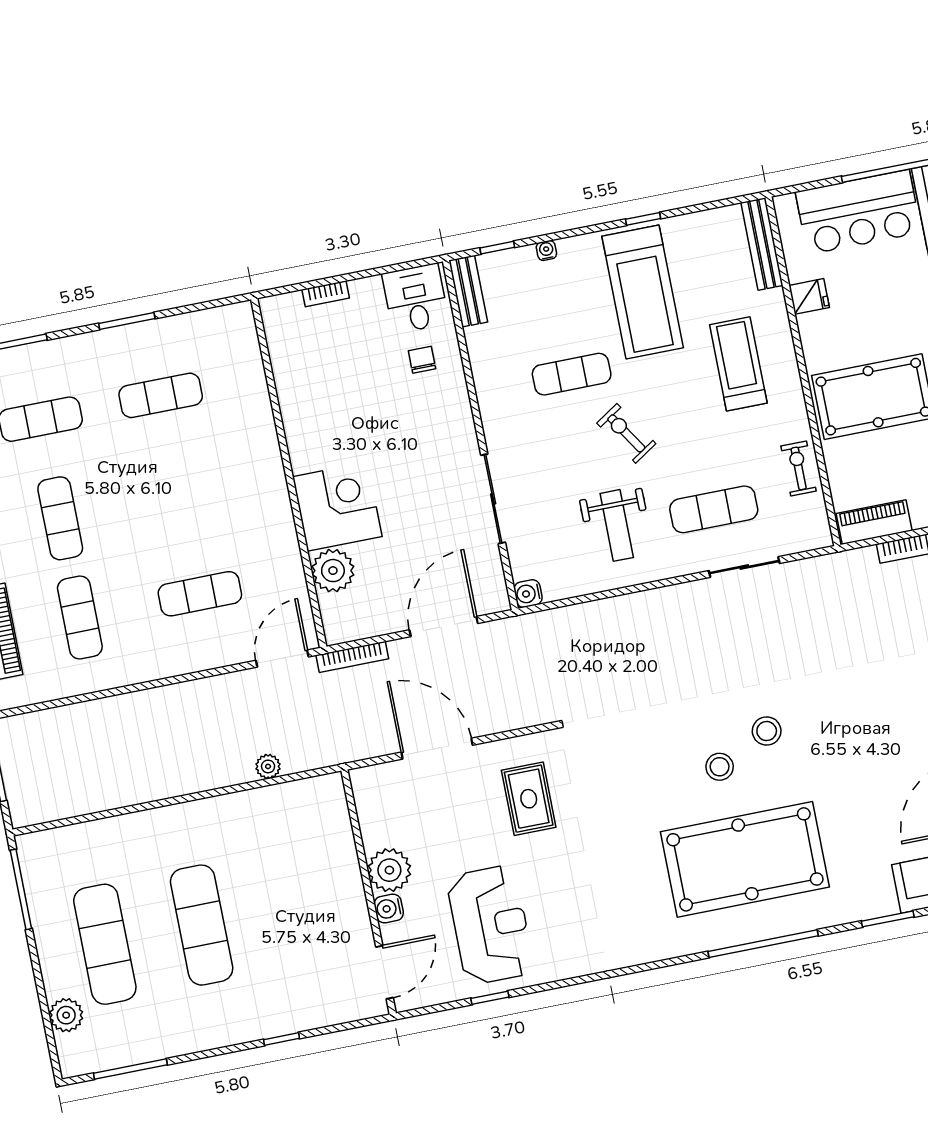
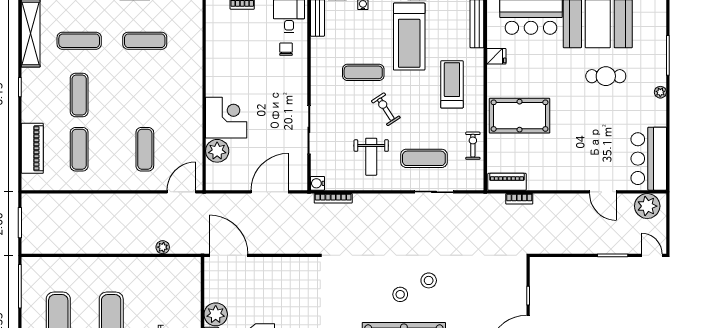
exercise mat: (200, 594) -> (145, 149), turned 90
bookcase: (352, 657) -> (333, 198), moved
door: (437, 749) -> (229, 255), moved
rug: (529, 799) -> (296, 291), removed

